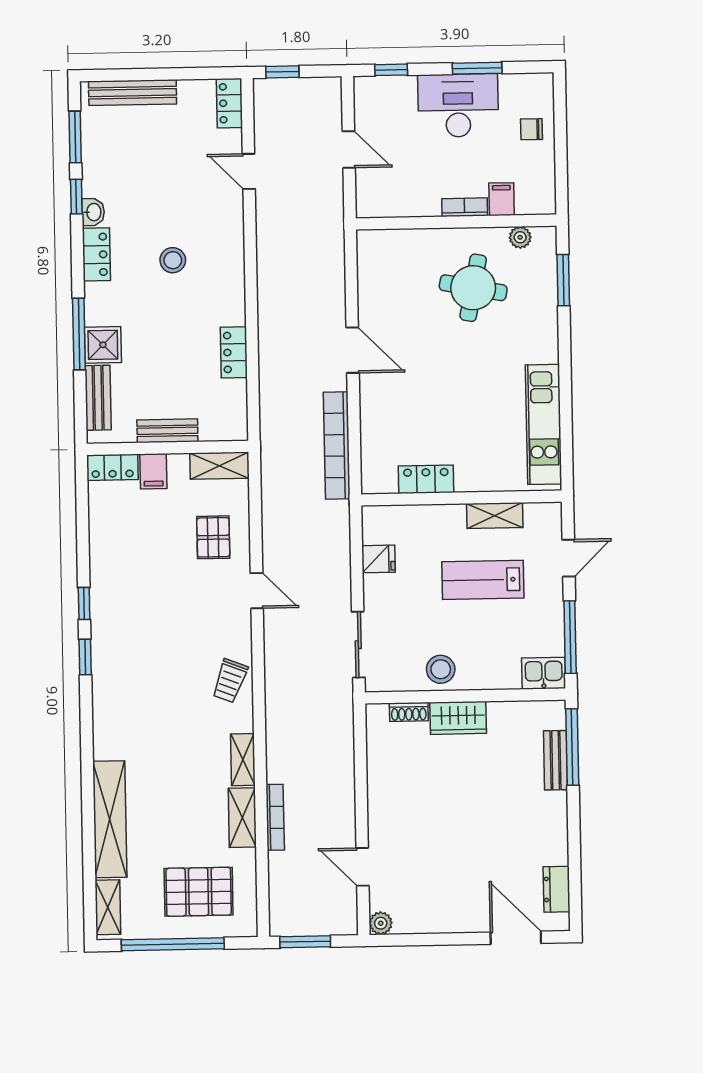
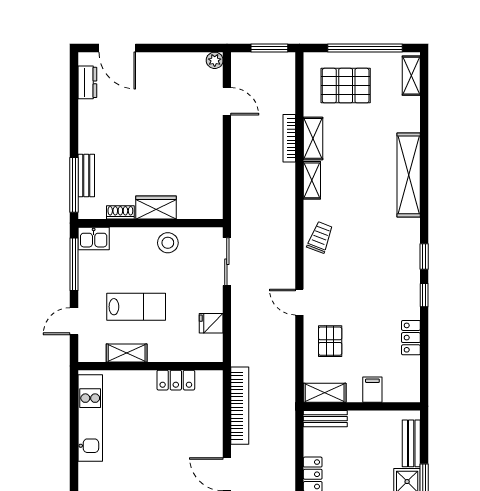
bench: (167, 431) -> (325, 419), moved
locker: (112, 467) -> (411, 338), moved, turned -90
shoe rack: (409, 712) -> (120, 212), moved
shelving: (110, 819) -> (409, 175), moved

